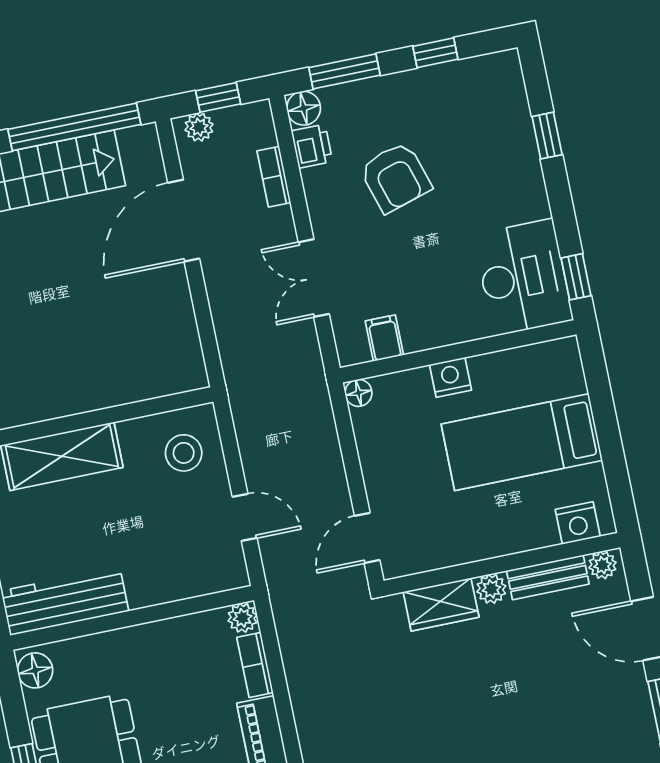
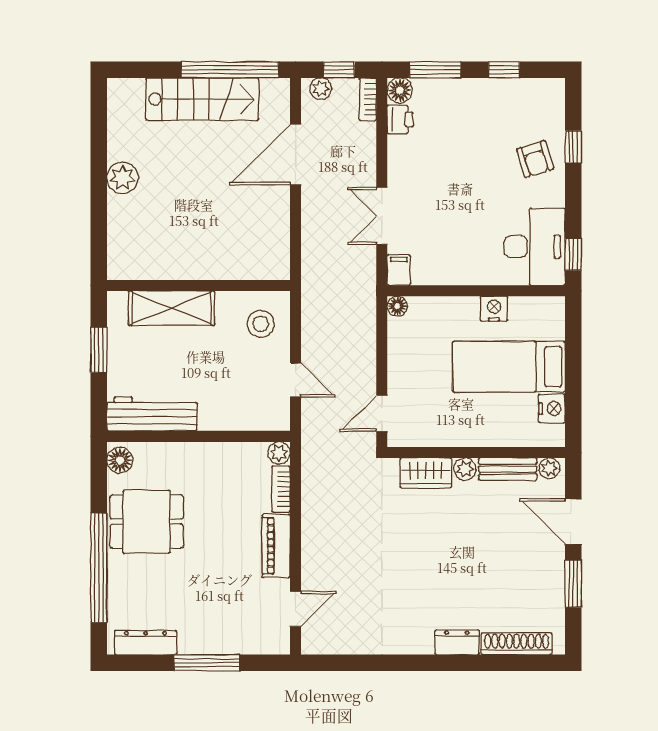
bookcase: (274, 177) -> (368, 99), moved
armchair: (395, 177) -> (535, 159), moved, width x0.72, depth x0.72
filing cabinet: (384, 338) -> (399, 270), moved
nightstand: (451, 377) -> (494, 309), moved
nightstand: (578, 523) -> (552, 409), moved, turned -90

